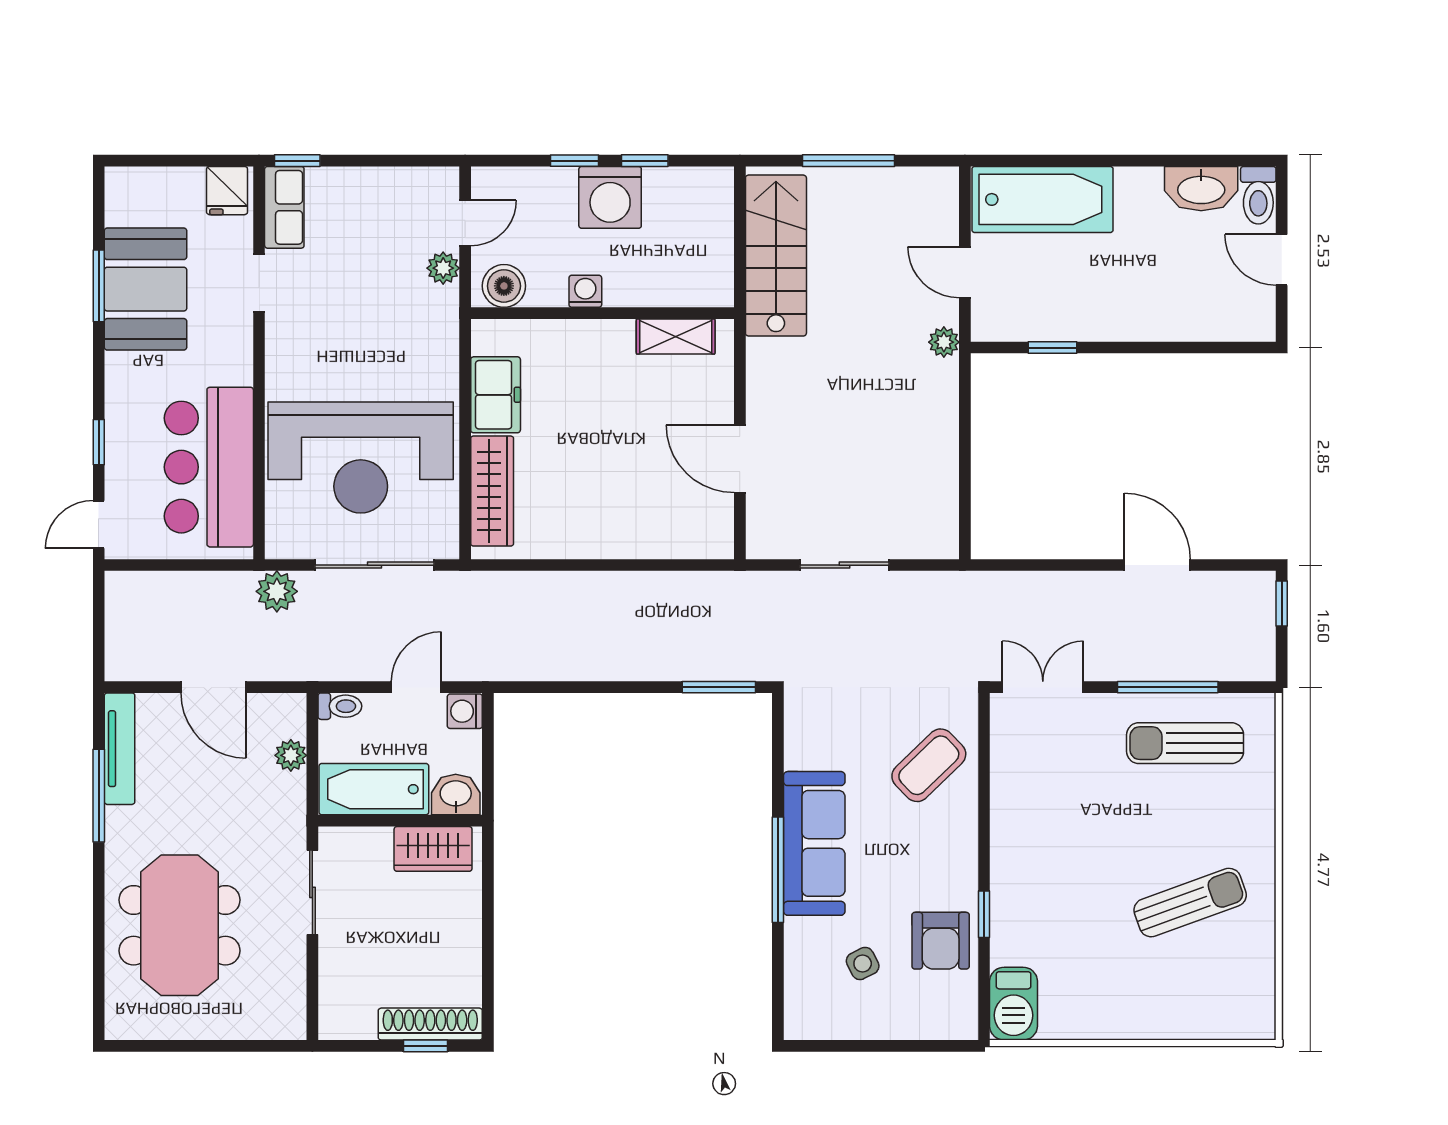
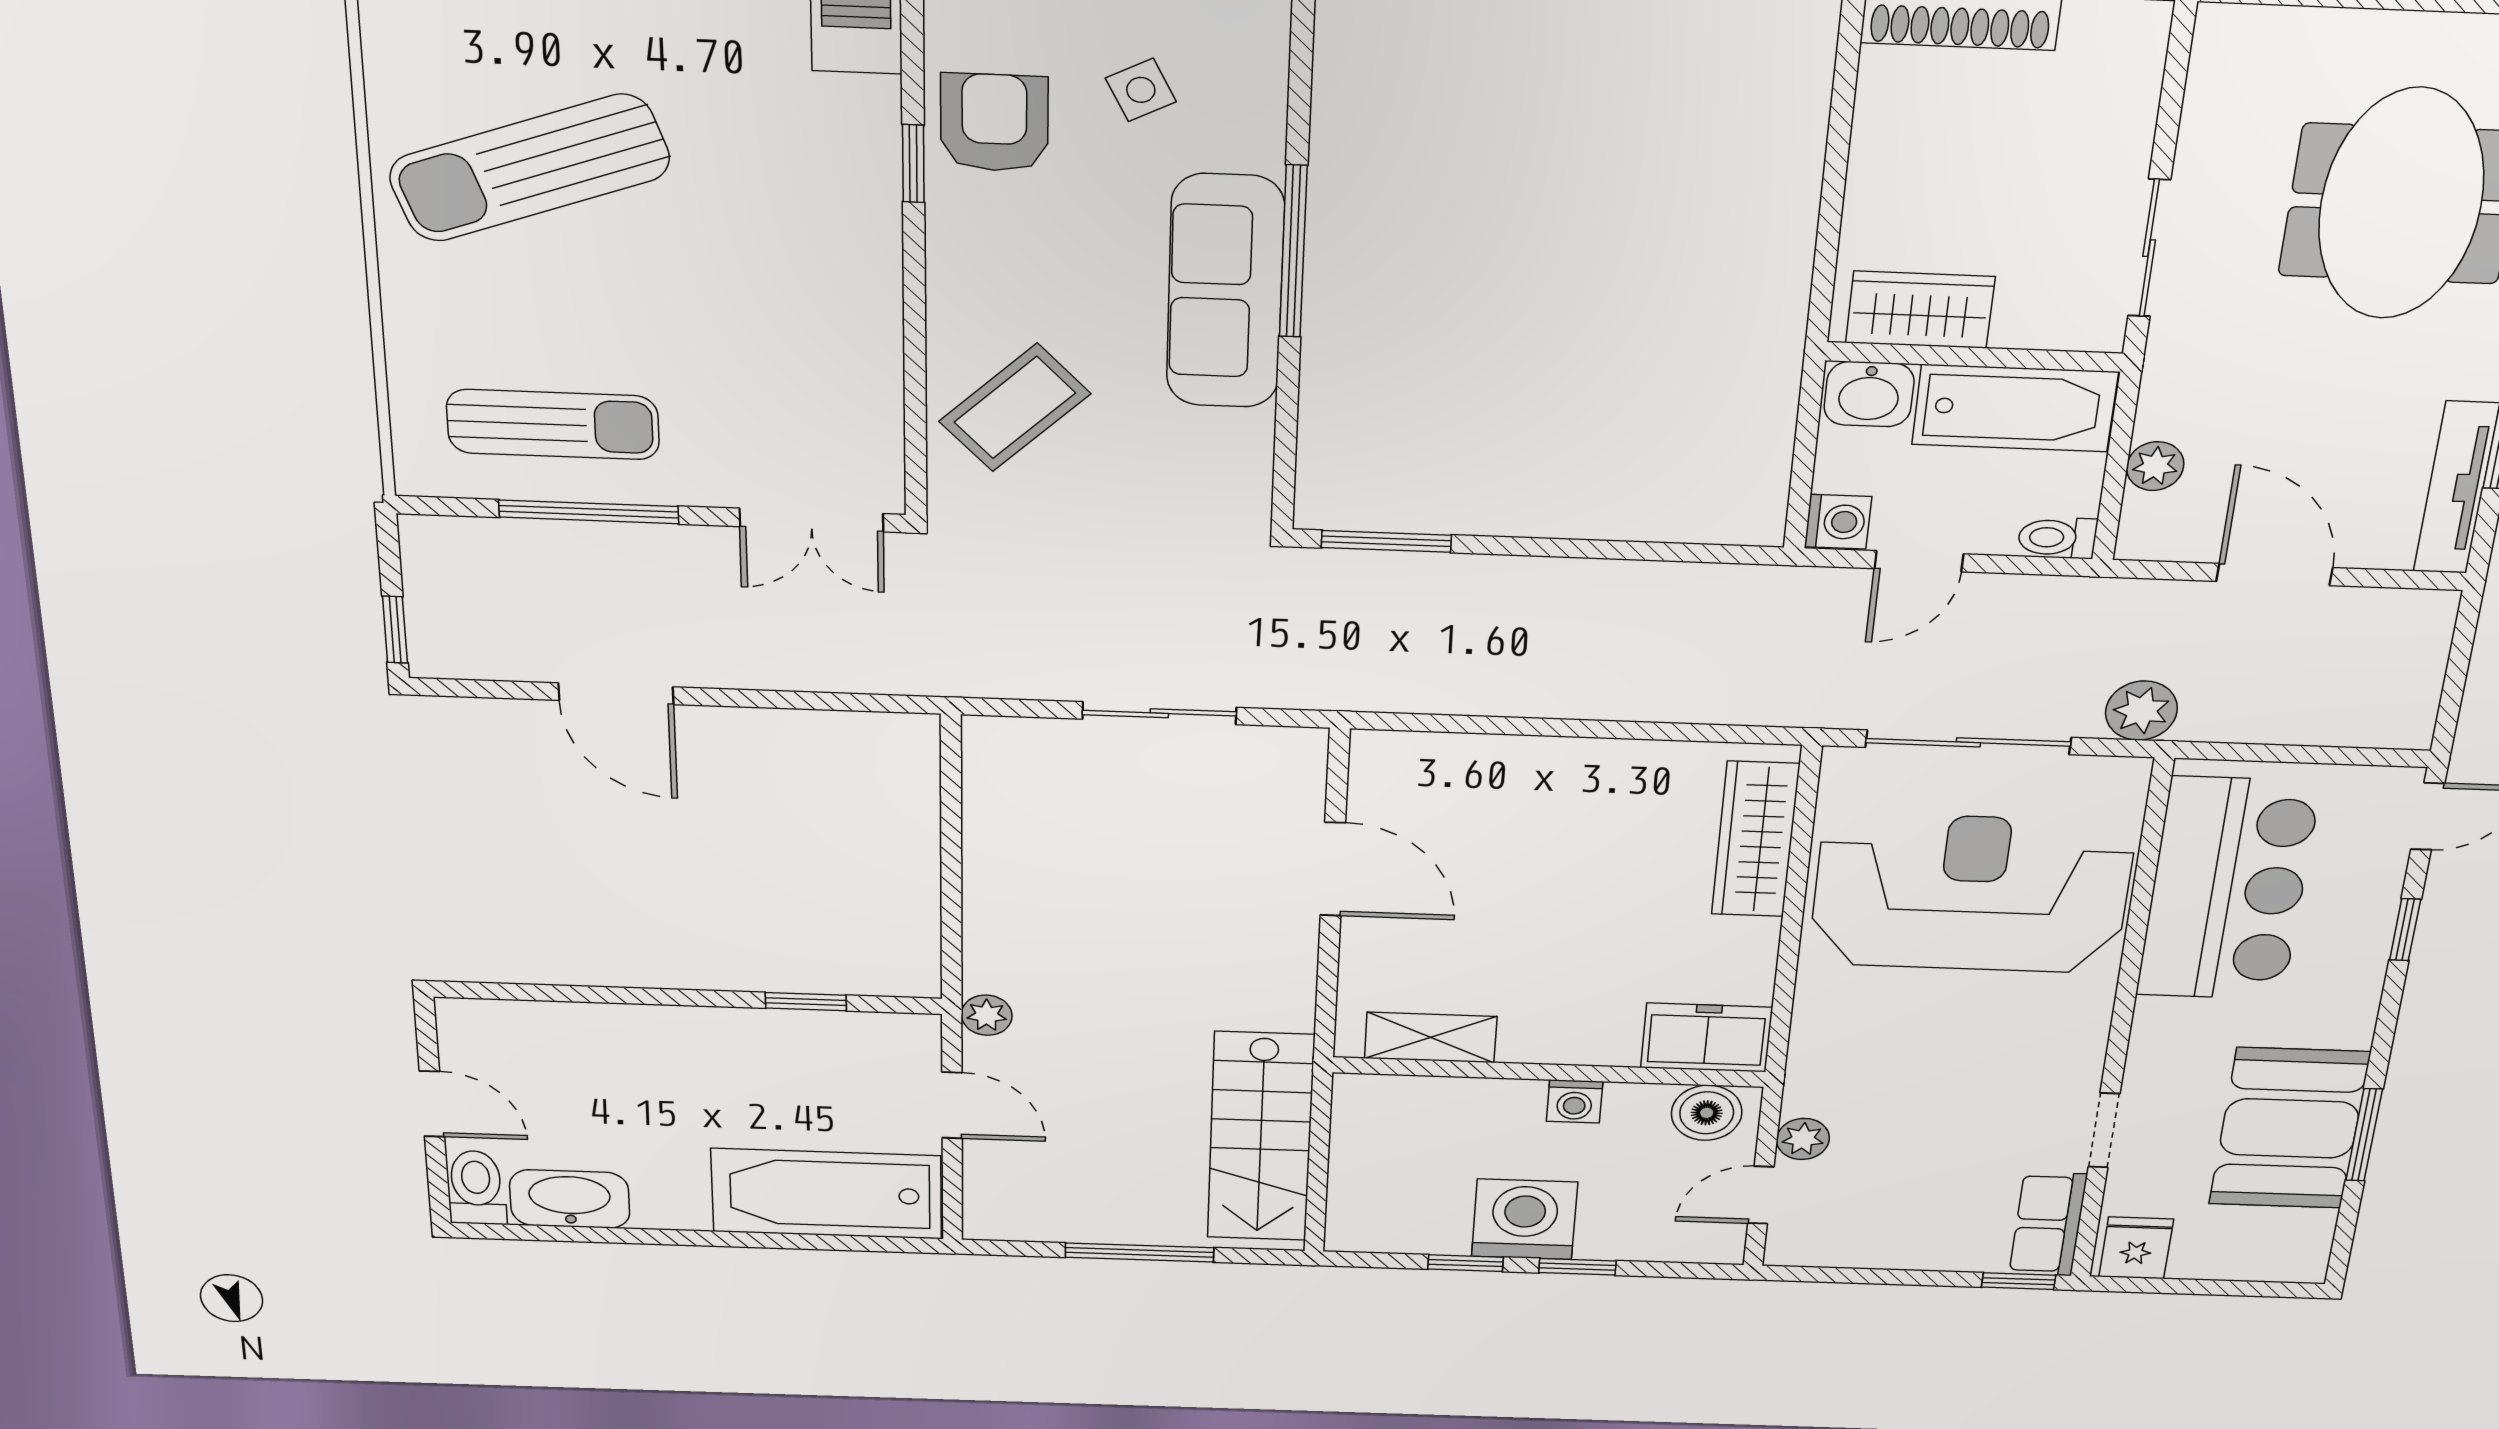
freezer: (496, 395) -> (1706, 1038), moved, turned 90
sun lounger: (1190, 903) -> (529, 168), width x1.36, depth x1.34

